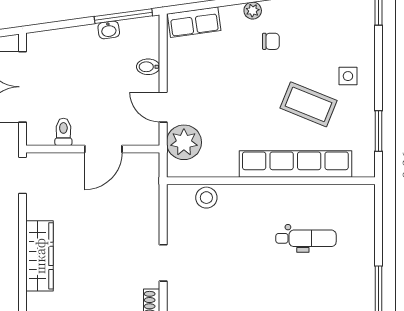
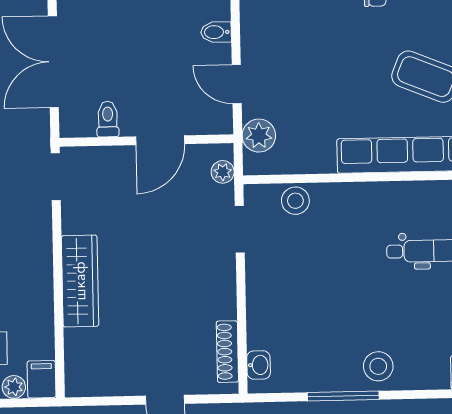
plant: (184, 142) -> (259, 136), width x0.73, depth x0.73
plant: (151, 174) -> (223, 172), added
doorway: (163, 263) -> (240, 229), moved

